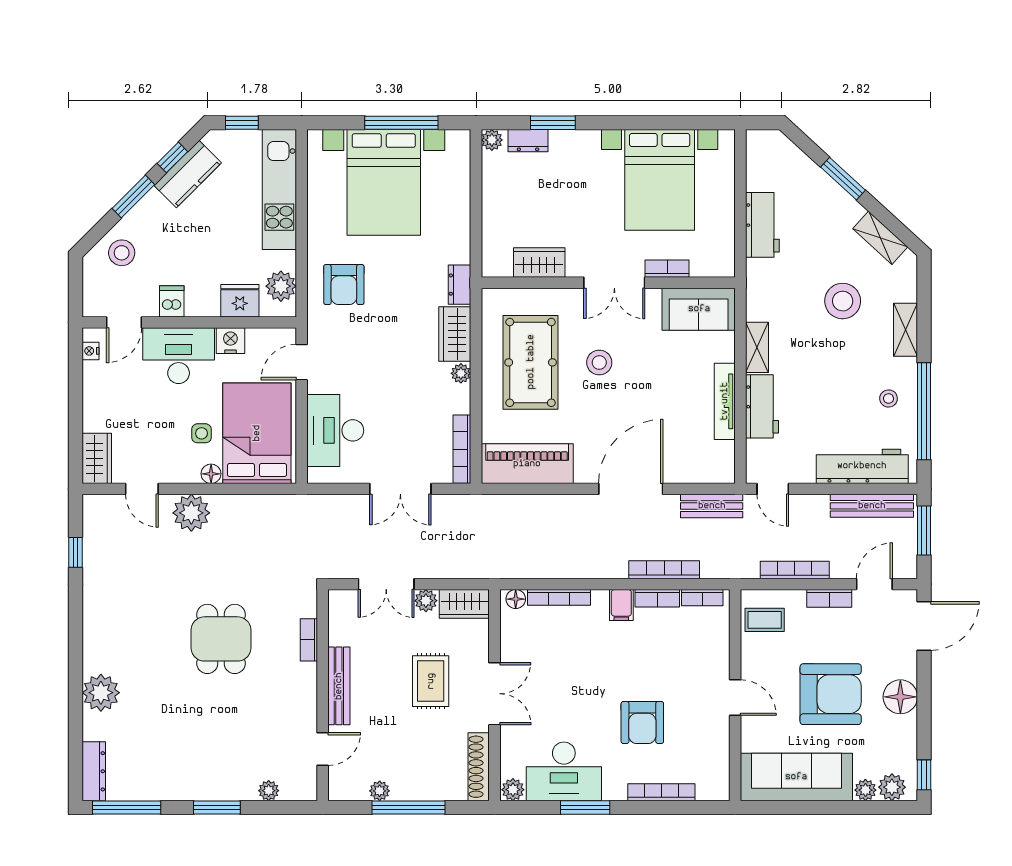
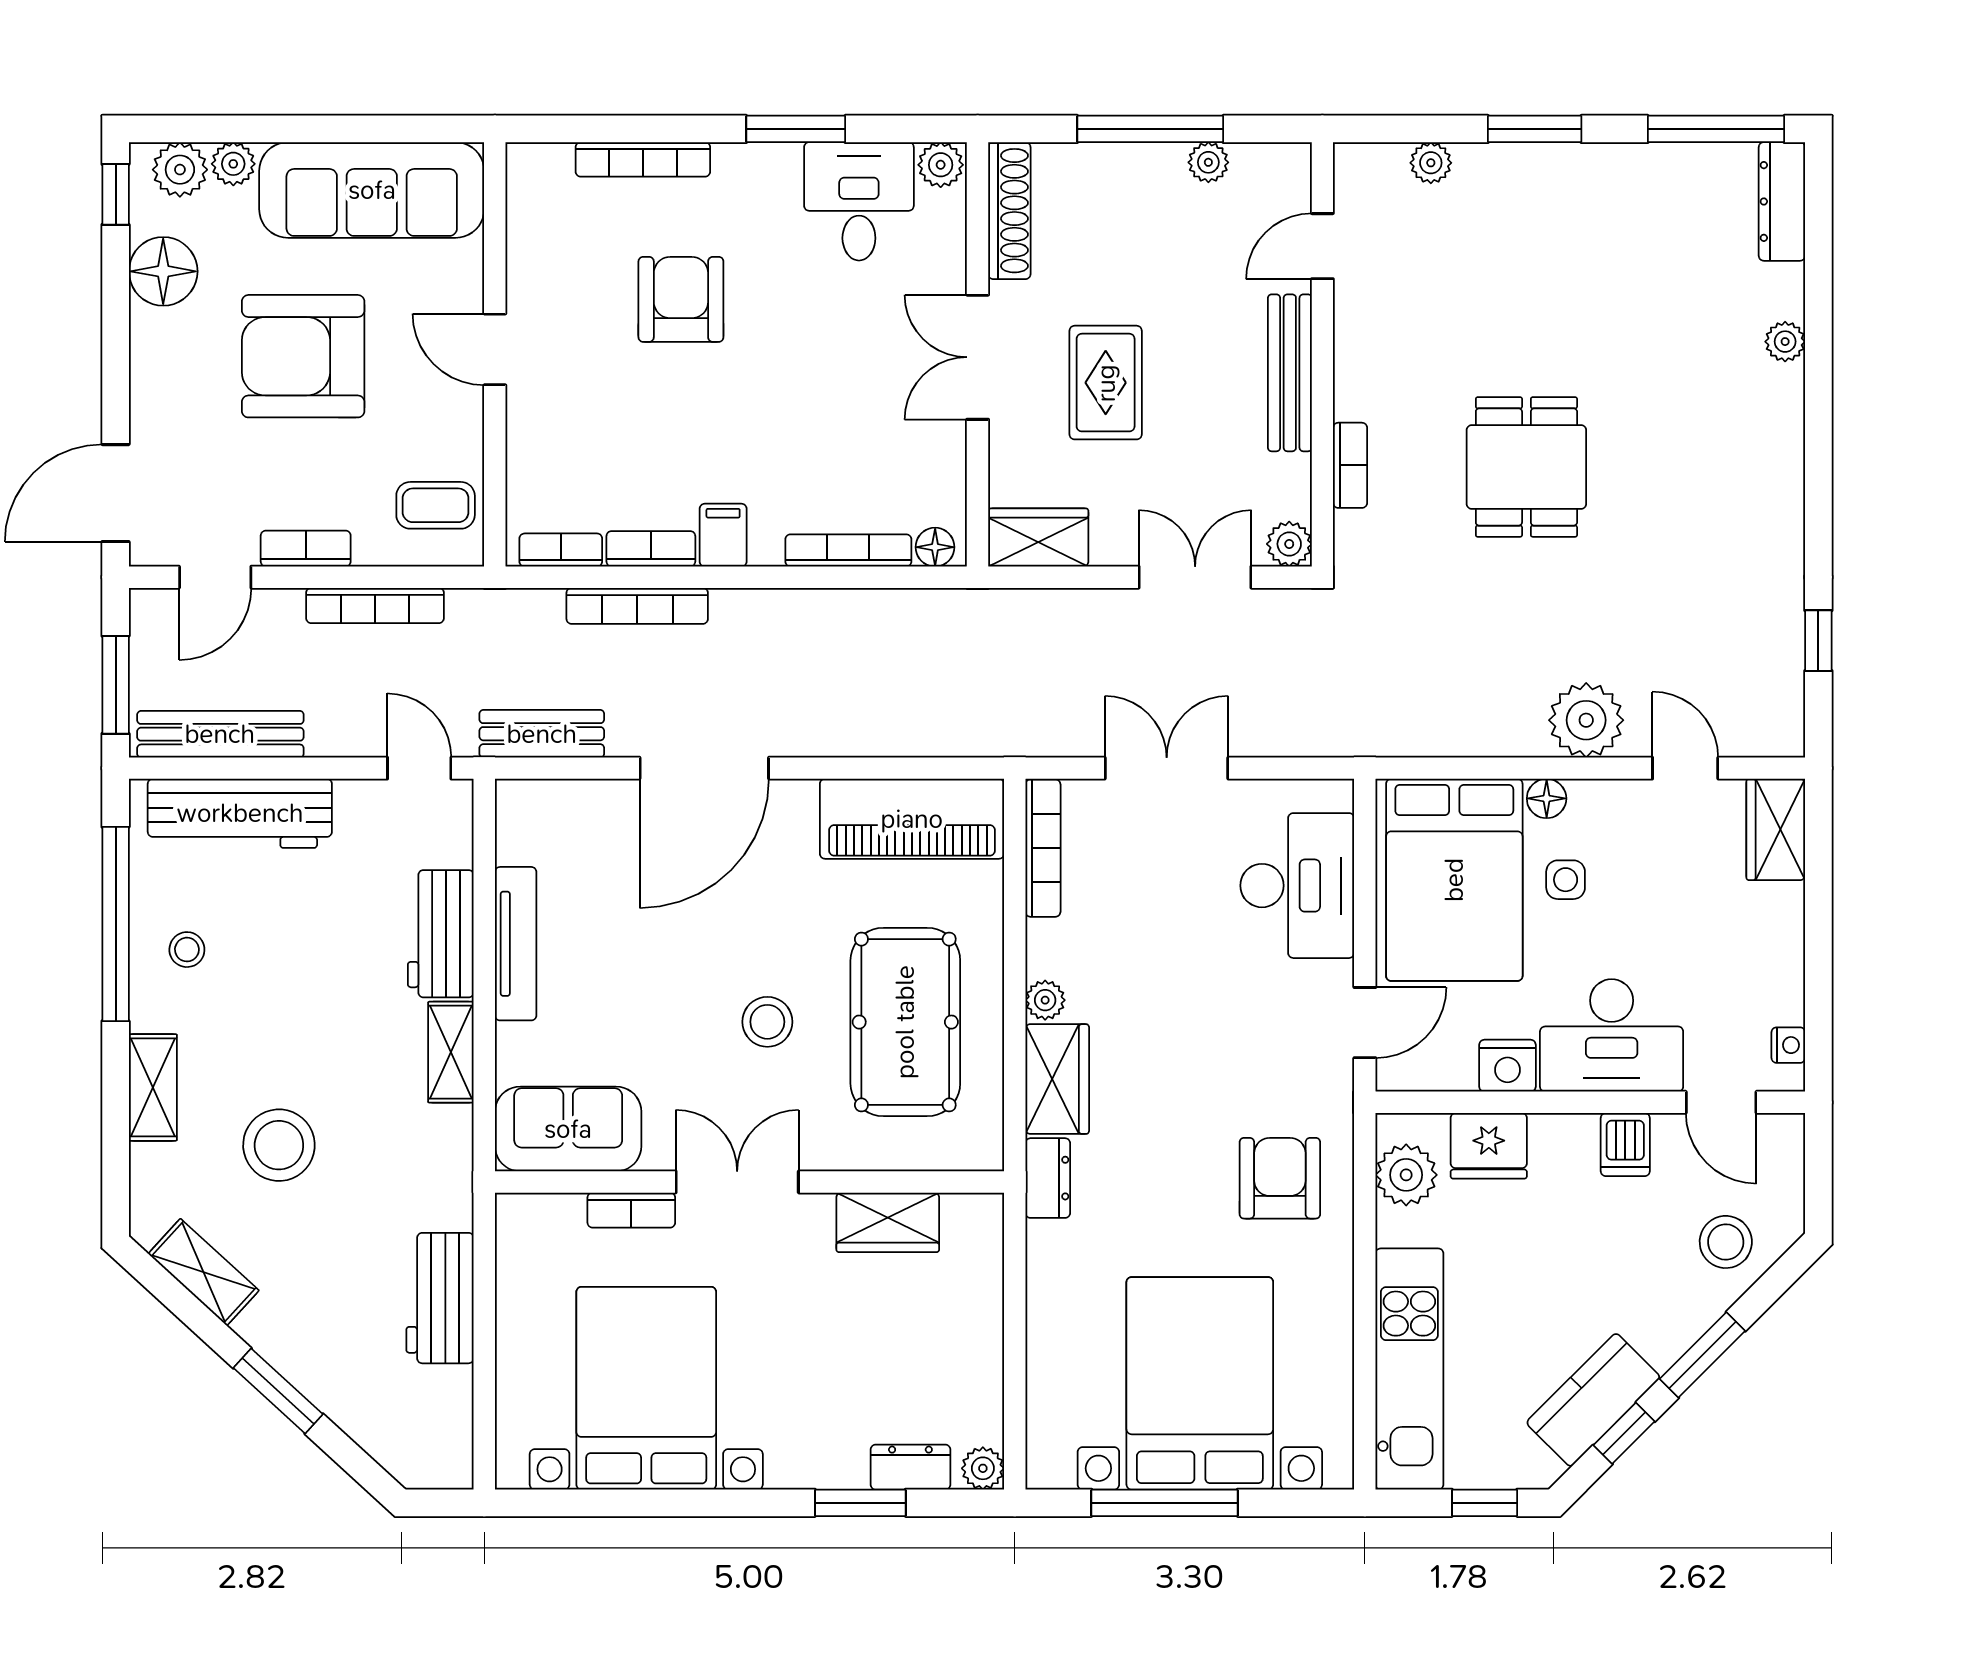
door: (124, 322) -> (1721, 1102), swing flipped
plant: (426, 601) -> (1289, 544), moved
plant: (101, 693) -> (1785, 342), width x0.53, depth x0.53
floor lamp: (900, 697) -> (163, 271), moved
desk: (564, 771) -> (859, 201), width x0.73

